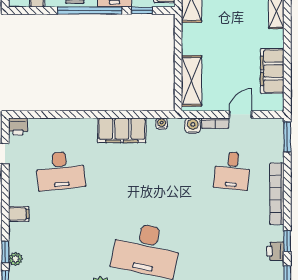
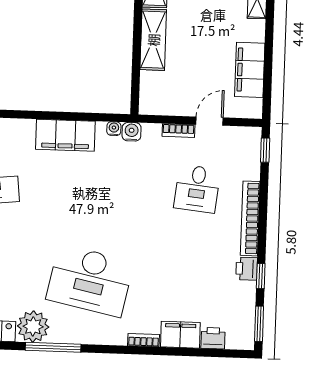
shelving: (192, 81) -> (153, 40), moved
water cooler: (193, 126) -> (132, 132), moved
window: (287, 137) -> (265, 150), width x0.67
printer: (275, 251) -> (247, 269), moved

